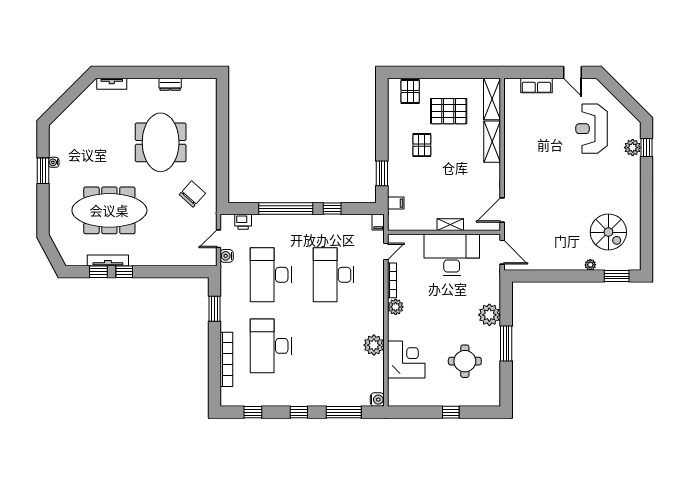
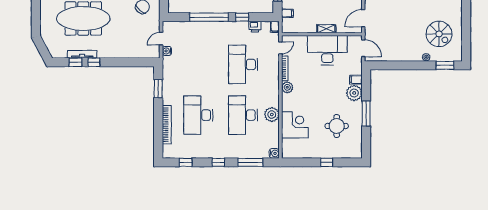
printer: (243, 222) -> (255, 27), moved
desk: (271, 275) -> (243, 115), moved
filing cabinet: (492, 296) -> (356, 80), added

